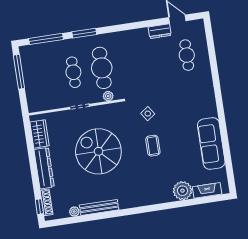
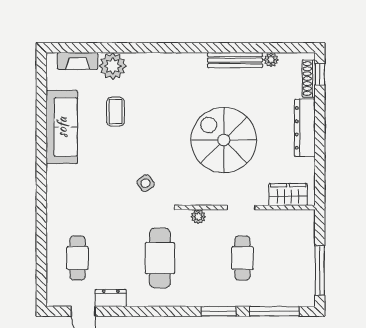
cafe table: (102, 68) -> (160, 258), moved
wardrobe: (39, 134) -> (288, 195), moved, turned 90
coffee table: (153, 146) -> (116, 112), moved
spiral stairs: (98, 151) -> (224, 140), turned 180

